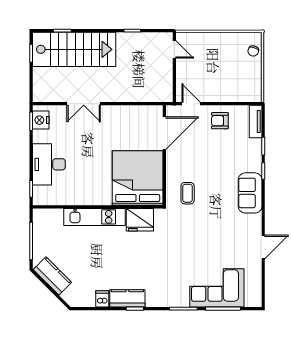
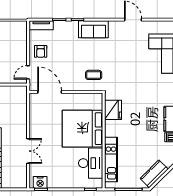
desk: (49, 164) -> (91, 163), moved, turned -90
bed: (138, 178) -> (83, 129), moved
kitchen unit: (95, 217) -> (111, 159), moved

